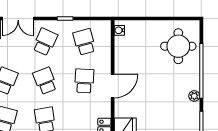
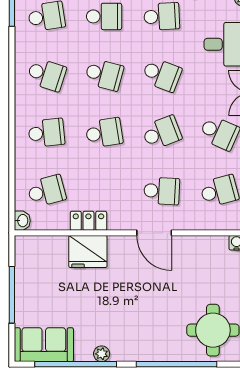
plant: (194, 96) -> (102, 354), moved

